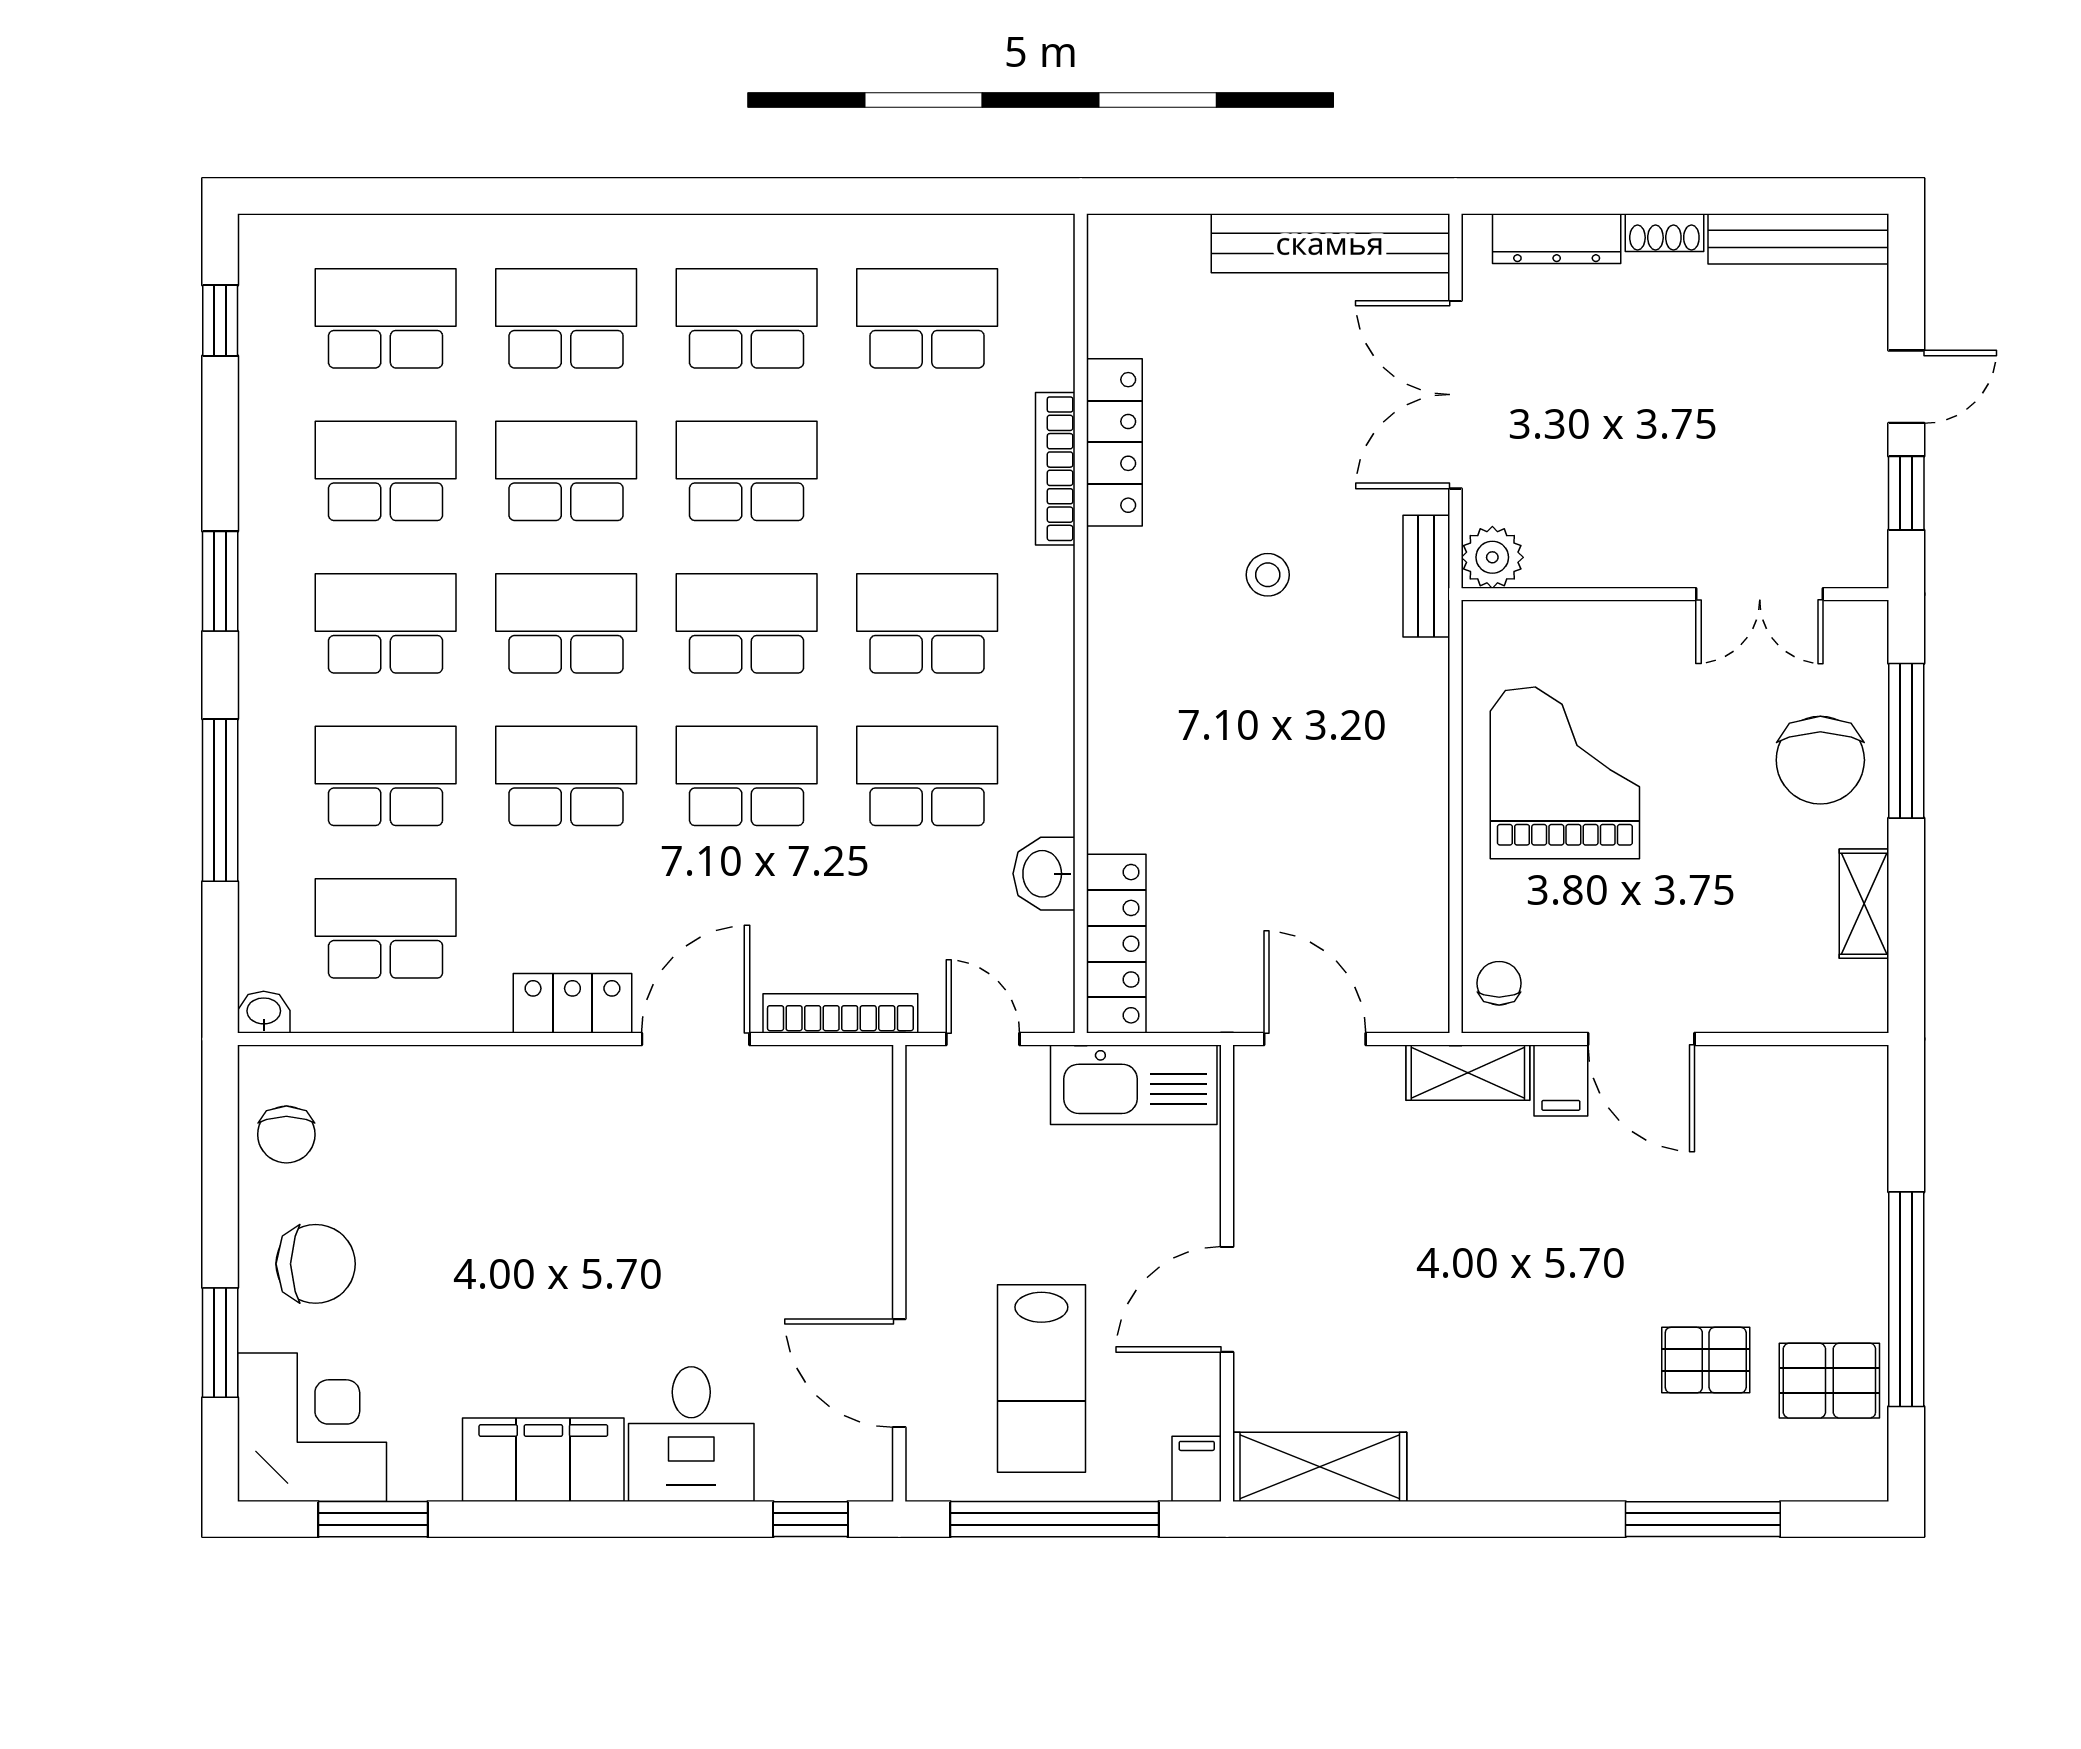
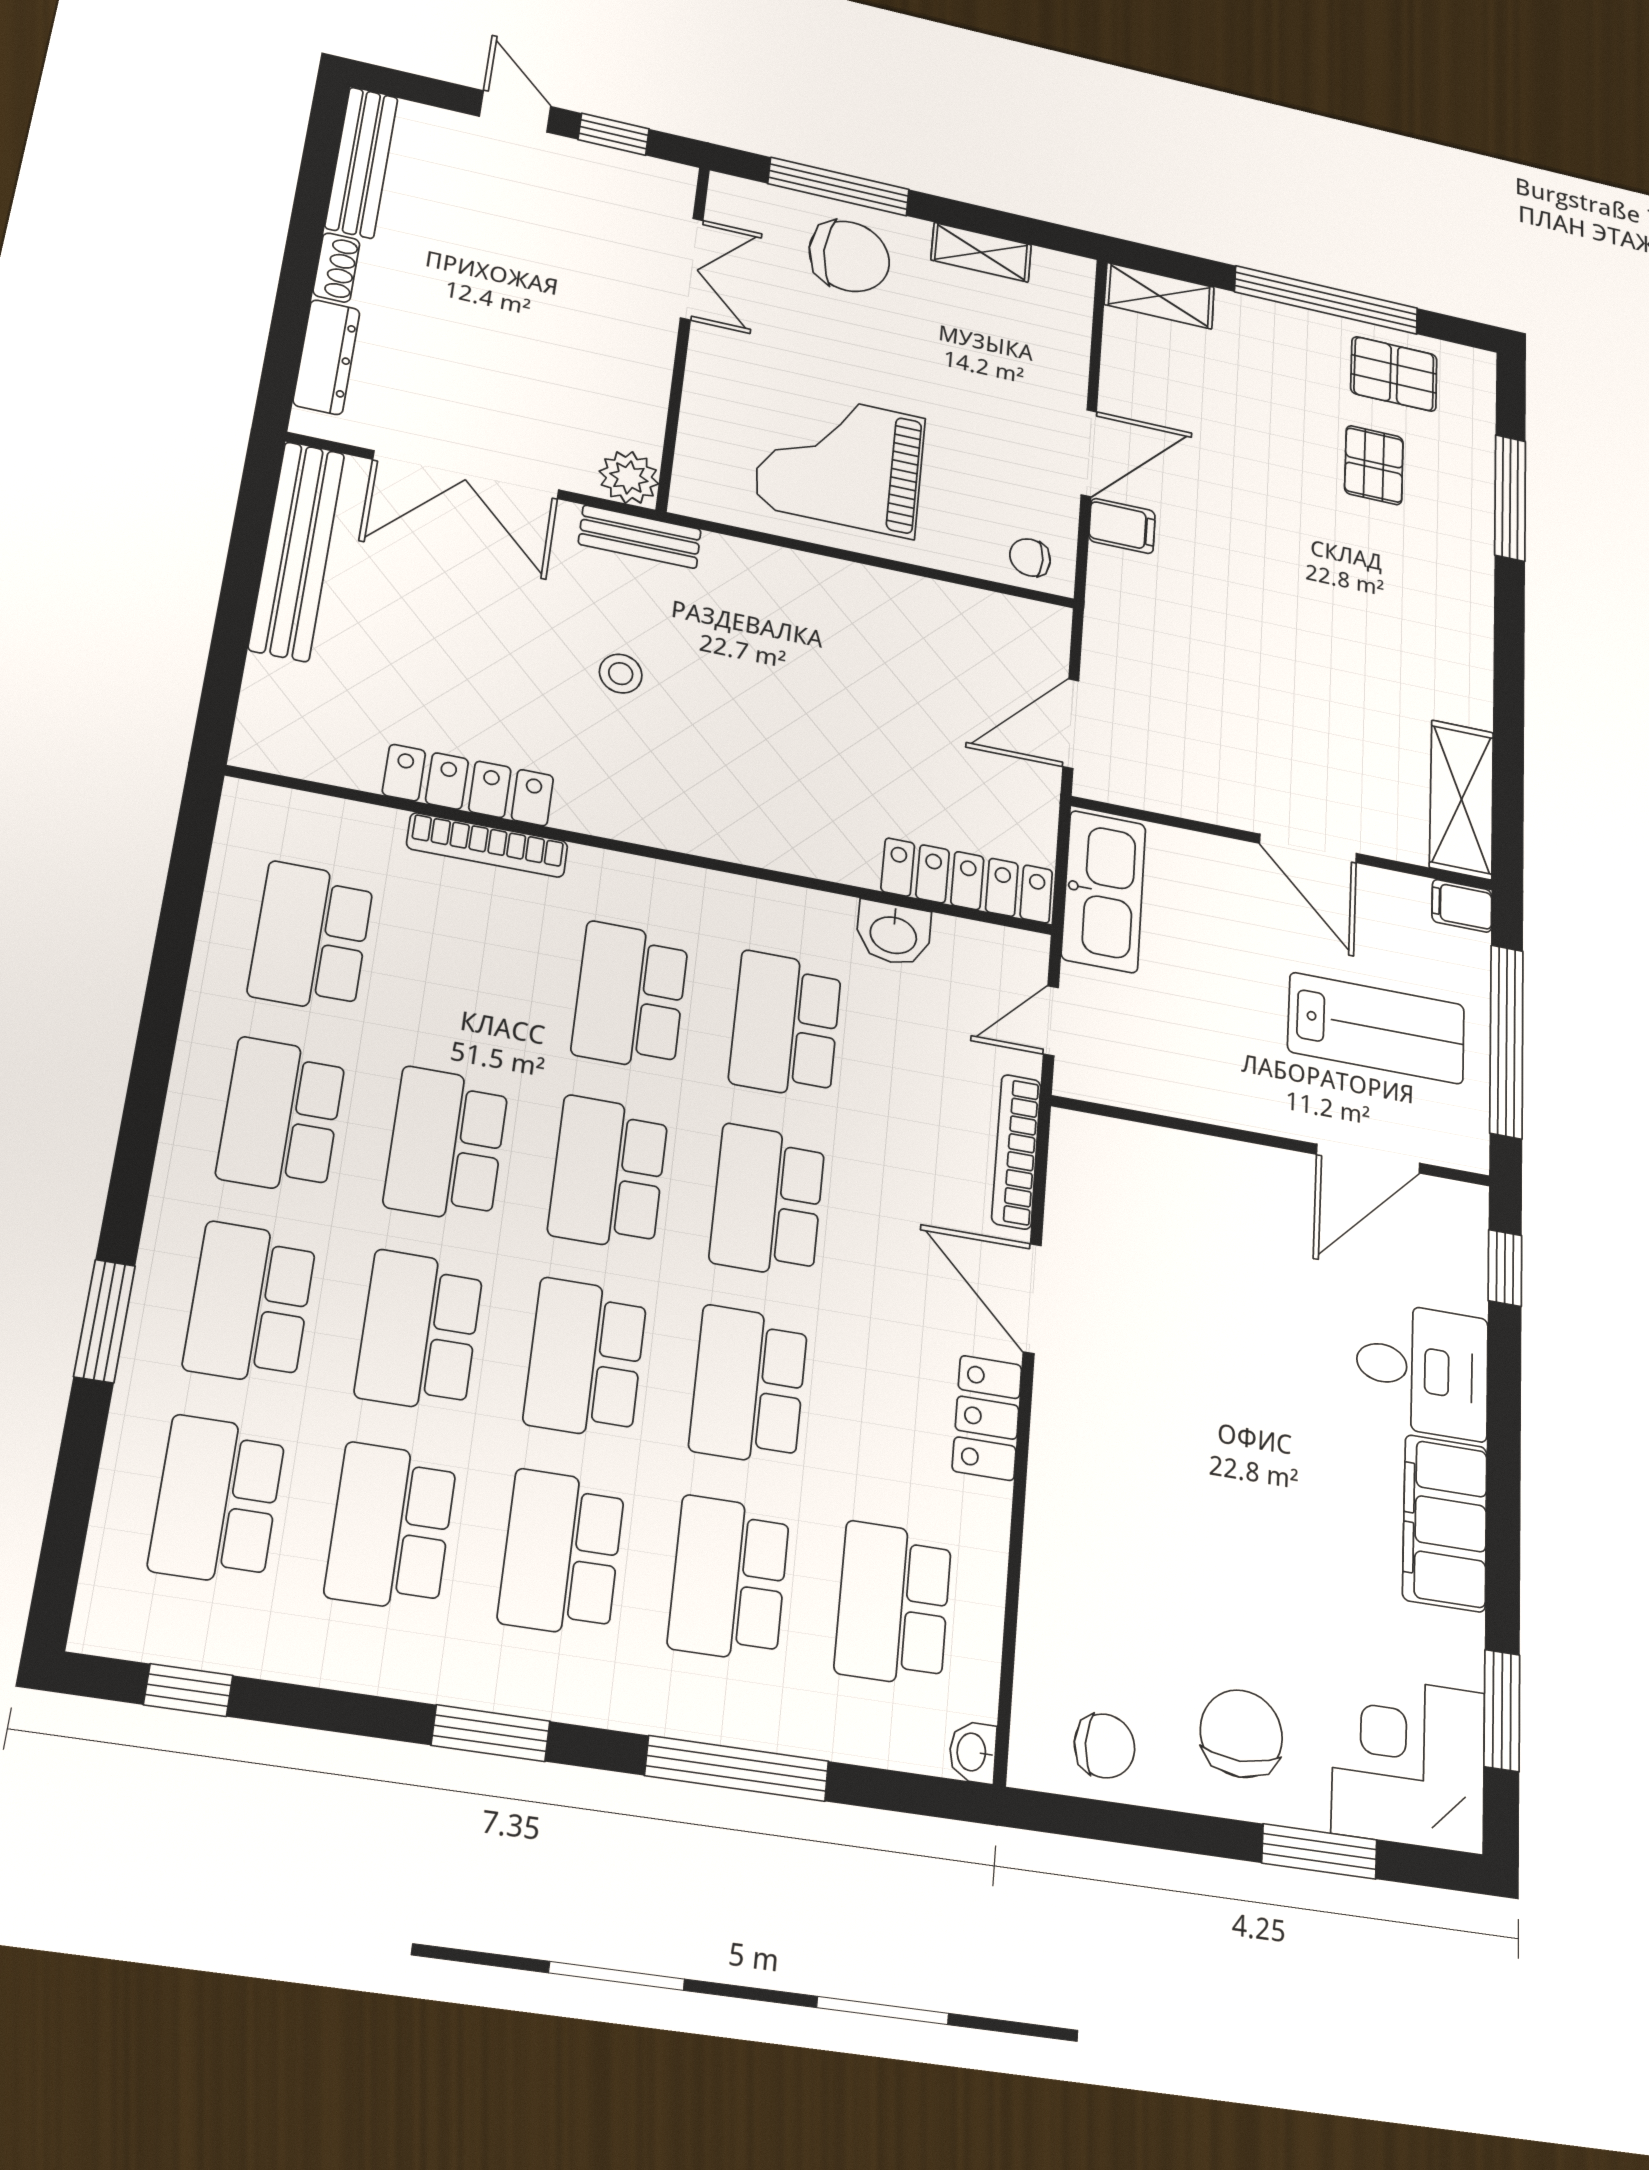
window: (529, 196) -> (105, 1321), added
shelving: (1468, 1073) -> (1159, 296), moved, turned 90
pallet: (1829, 1381) -> (1394, 374), turned 90

